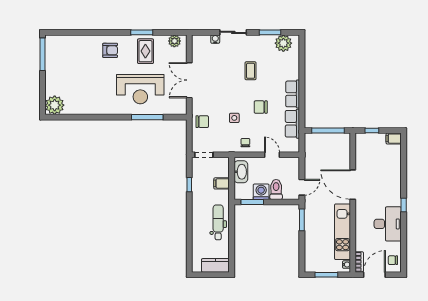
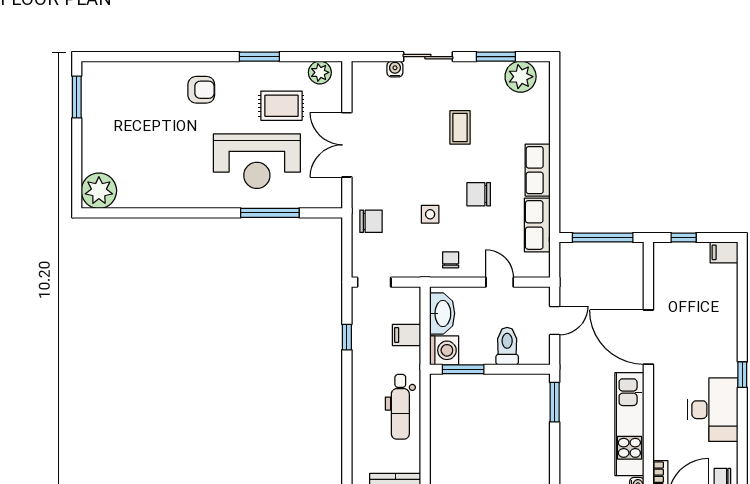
rug: (145, 51) -> (281, 106), moved, turned 90
window: (43, 54) -> (77, 97), width x0.69
door: (302, 187) -> (555, 320), moved
washing machine: (261, 192) -> (444, 350), moved, turned 90
dental chair: (218, 222) -> (400, 407), turned 180

